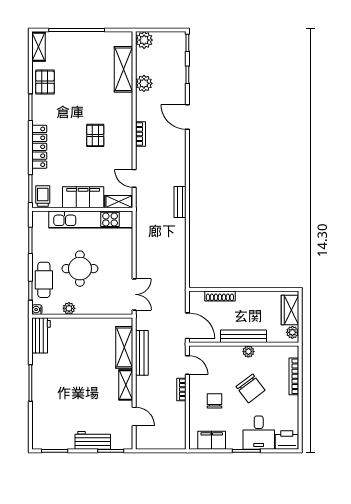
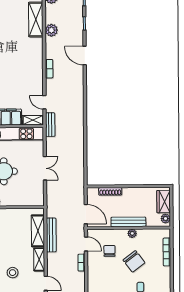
pallet: (95, 135) -> (15, 70), removed
bench: (180, 202) -> (50, 125), moved
double door: (134, 294) -> (45, 168), moved
chair: (215, 401) -> (109, 251), moved
stool: (91, 402) -> (13, 273), added

